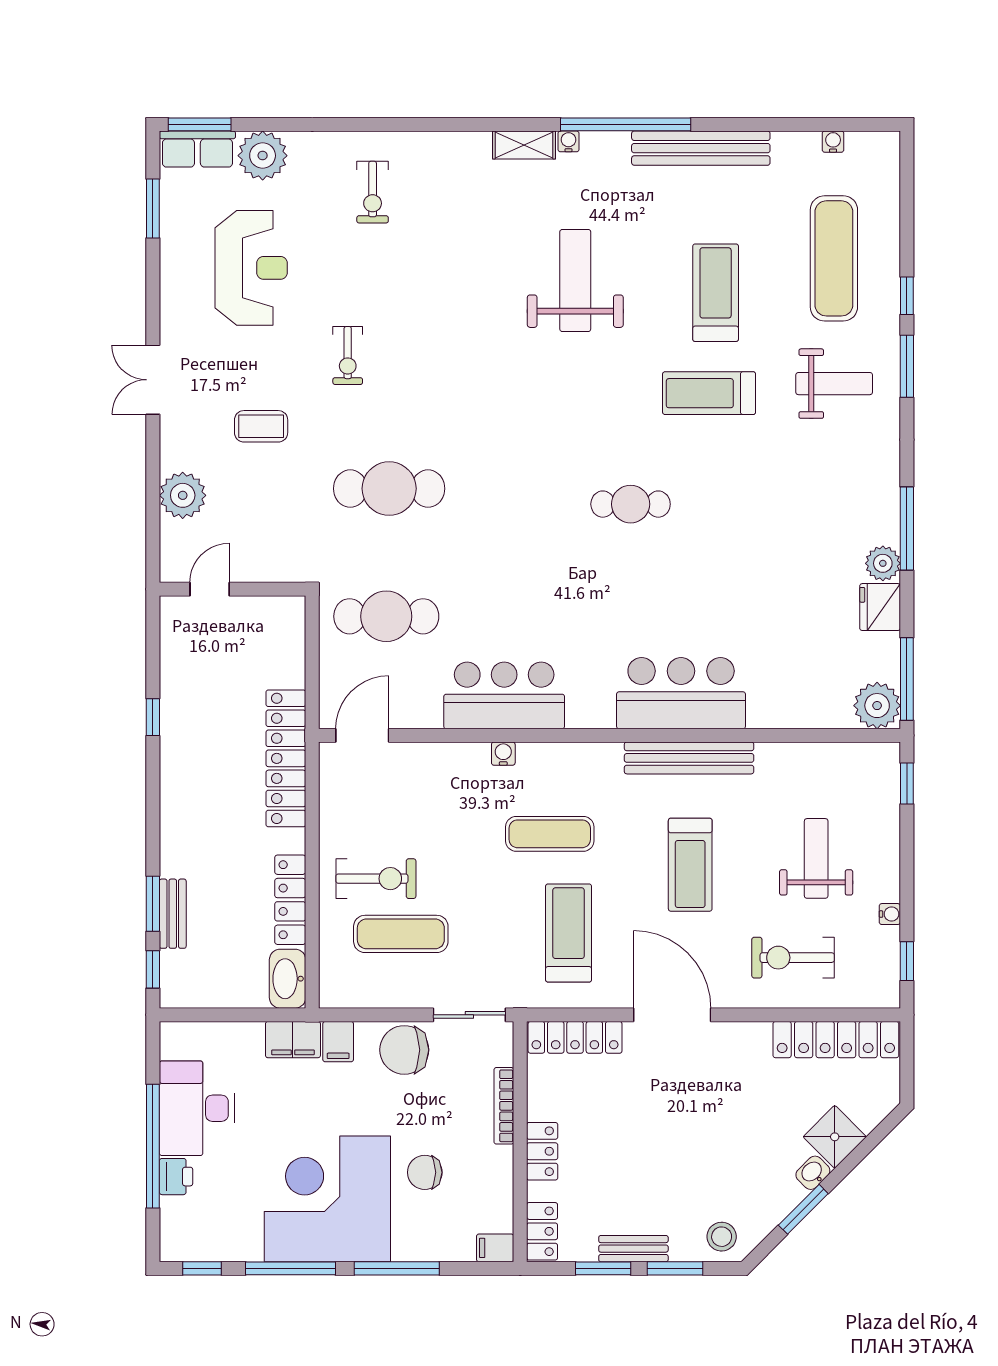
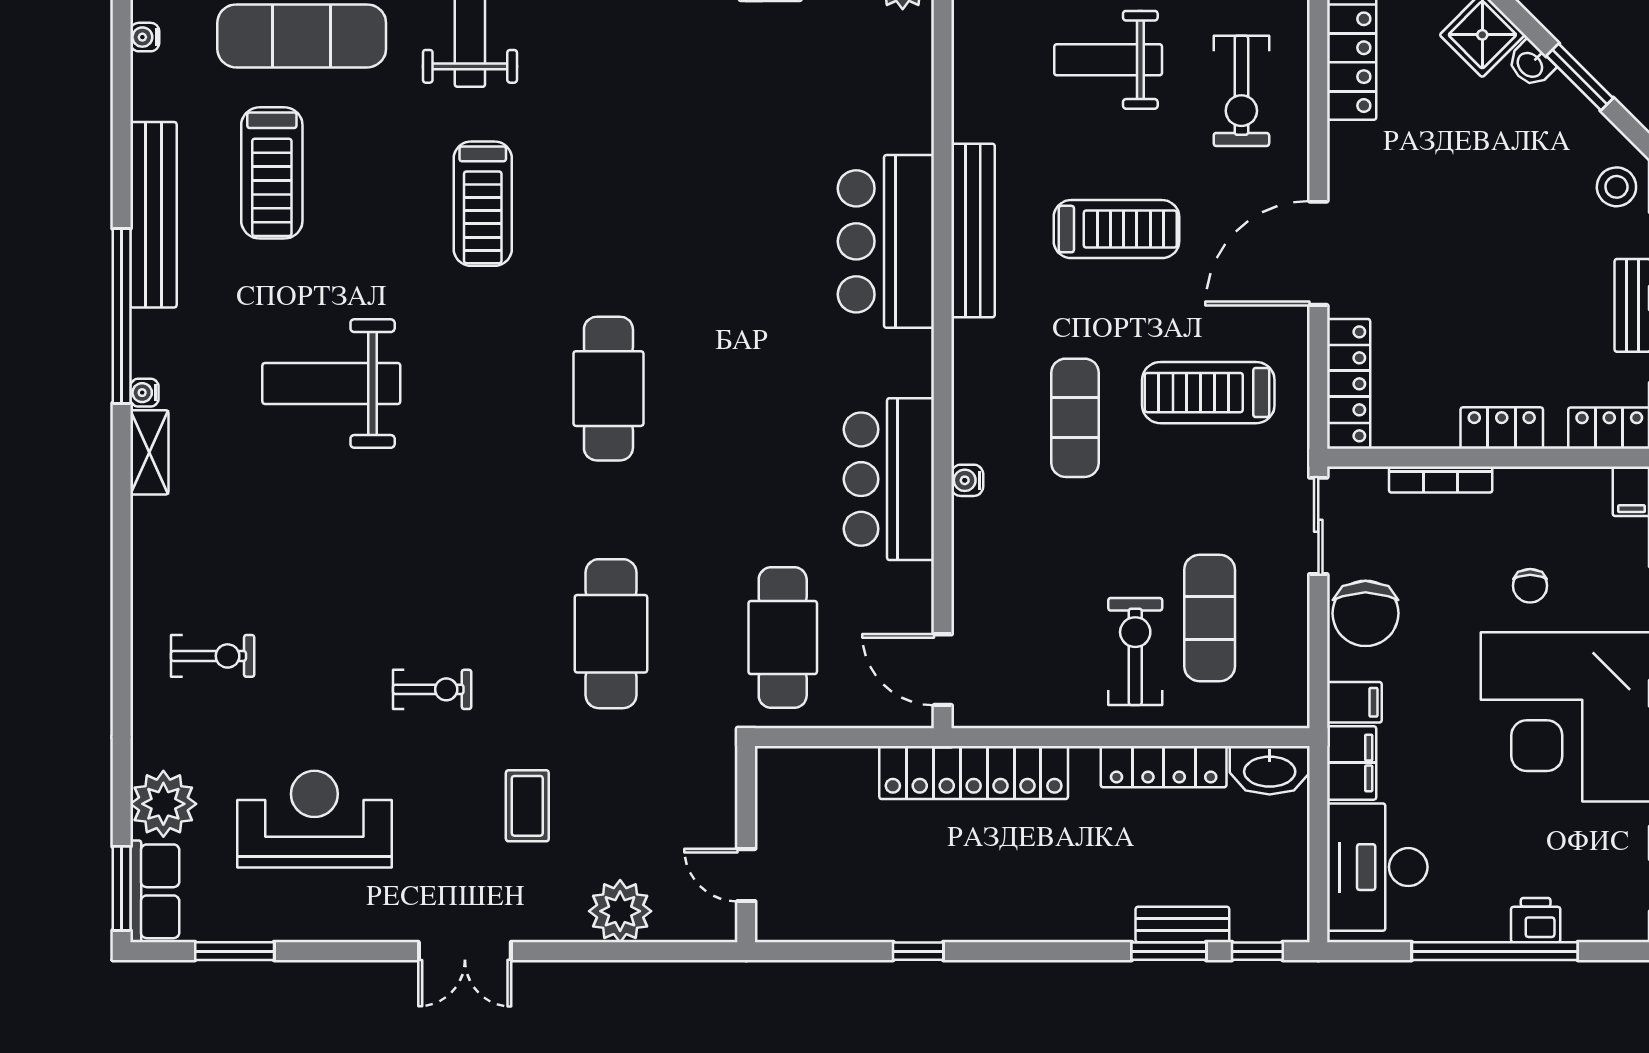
treadmill: (716, 293) -> (272, 173), moved, turned -90
cafe table: (631, 504) -> (608, 389), moved, width x1.37, depth x1.35
desk: (197, 1108) -> (1377, 867), moved, turned 90
chair: (425, 1172) -> (1530, 586), width x0.73, depth x0.73

